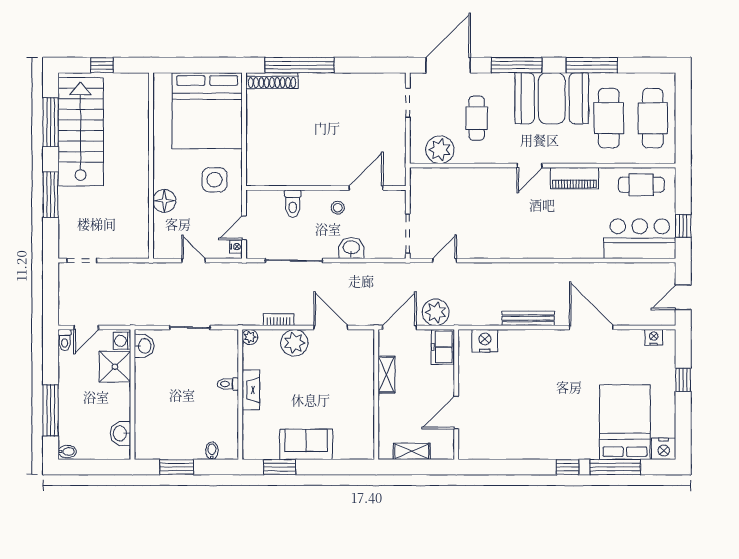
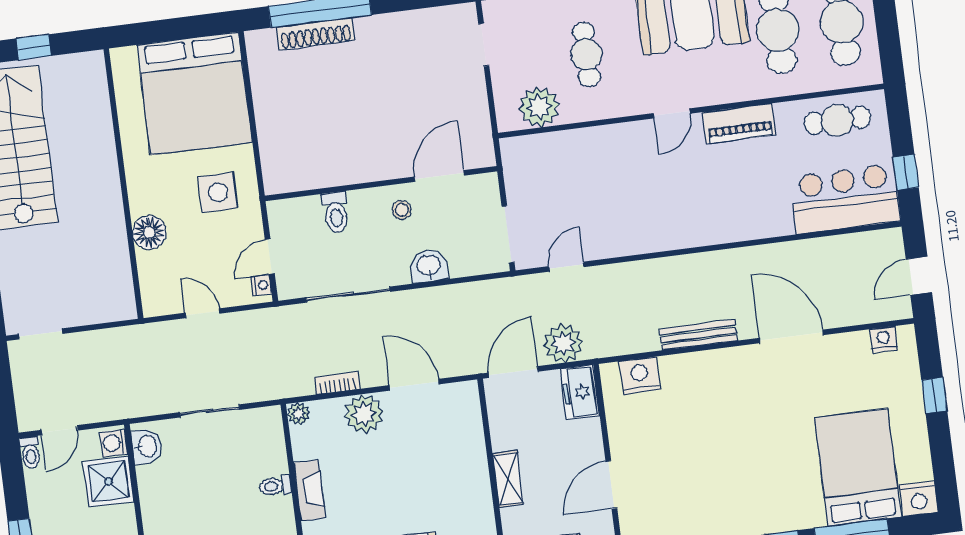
shoe rack: (272, 81) -> (315, 34), moved
shelving: (386, 375) -> (508, 479), moved

